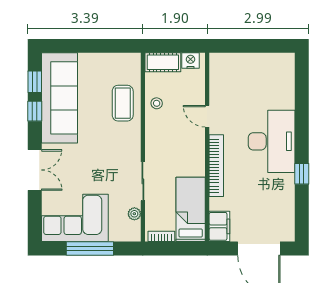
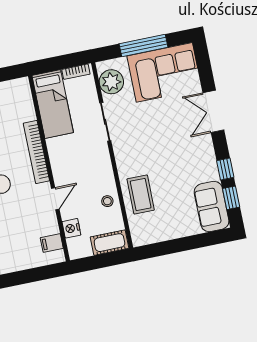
nightstand: (191, 61) -> (71, 228), moved, turned 90
sofa: (59, 98) -> (212, 207), width x0.54, depth x0.79
door: (207, 116) -> (55, 199), hinge flipped
plant: (134, 214) -> (111, 82), width x1.88, depth x1.88
filing cabinet: (219, 226) -> (52, 243), moved, width x0.50

